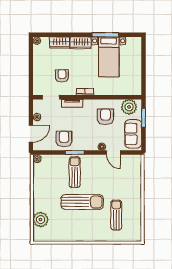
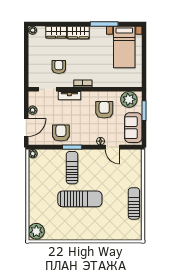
bed with nightstands: (109, 57) -> (124, 47), moved
sun lounger: (116, 215) -> (134, 203), moved
plant: (41, 220) -> (36, 231), moved

